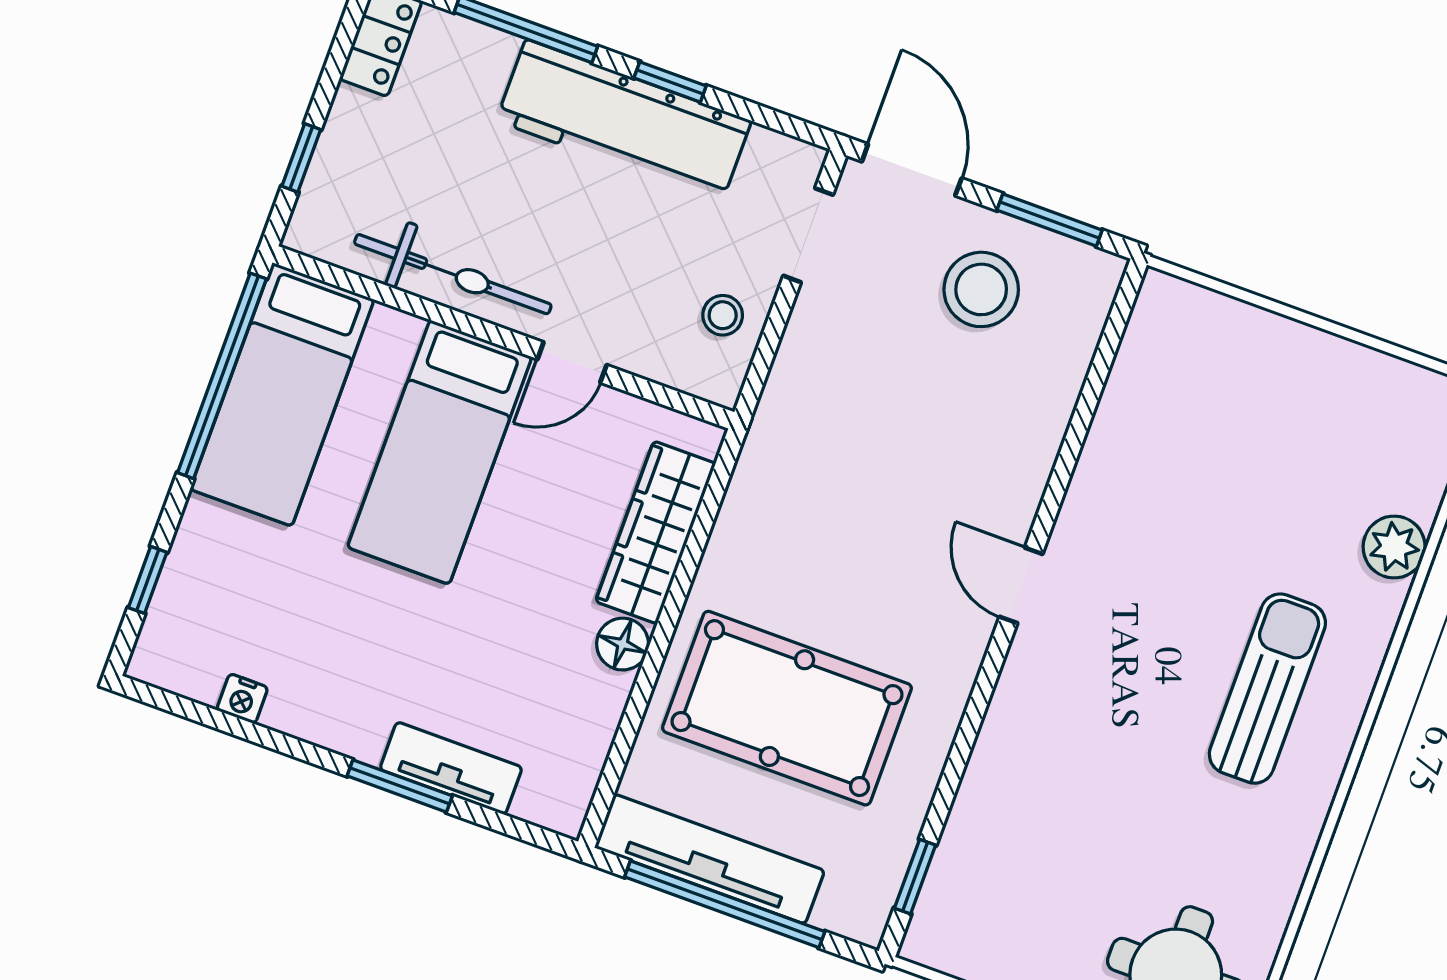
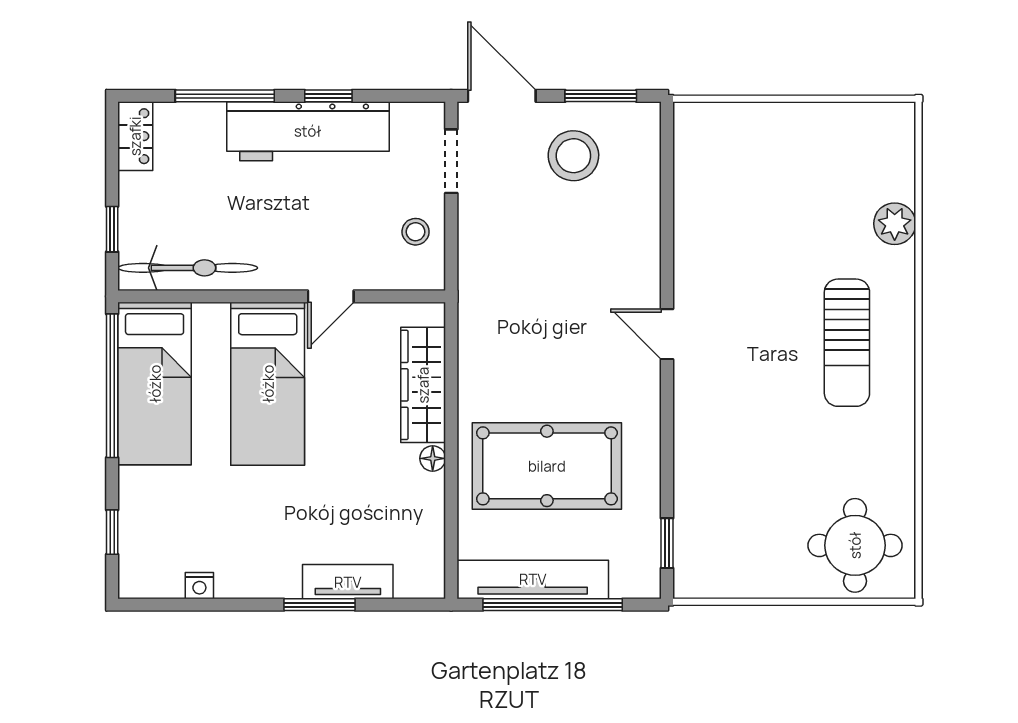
bicycle: (453, 274) -> (188, 268), moved
floor lamp: (623, 644) -> (433, 458), width x0.73, depth x0.73
sun lounger: (1267, 689) -> (847, 343), turned 180

